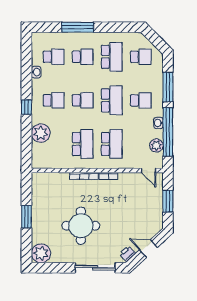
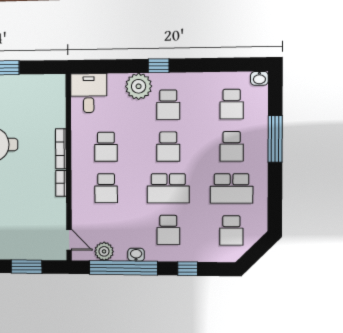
washbasin: (36, 72) -> (259, 78), moved
window: (168, 87) -> (188, 269), width x0.46
plant: (41, 133) -> (139, 86), moved
school desk: (83, 144) -> (106, 147), width x0.54
school desk: (112, 144) -> (106, 188), width x0.54
desk: (45, 156) -> (89, 93), added
door: (148, 170) -> (69, 240), swing flipped

